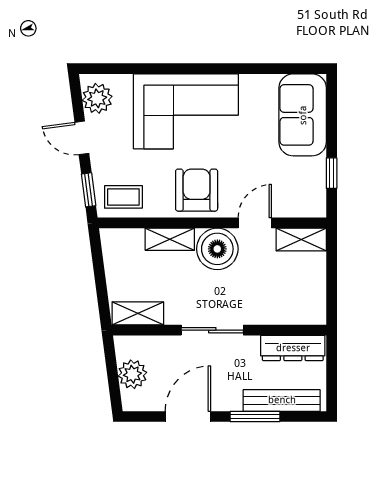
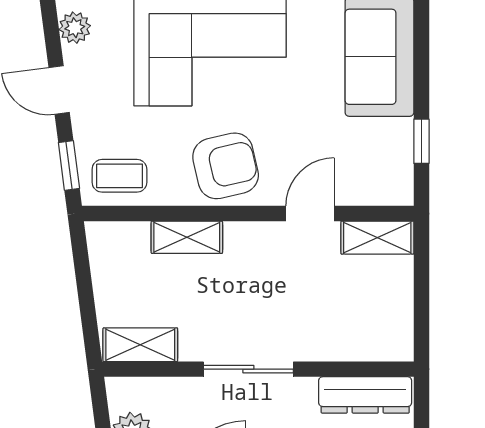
plant: (97, 98) -> (75, 28), width x0.73, depth x0.73
armchair: (197, 190) -> (226, 166), turned 77
boiler: (217, 249) -> (256, 251), removed

